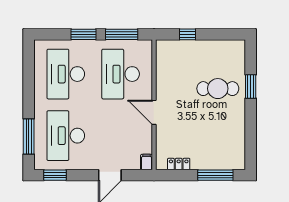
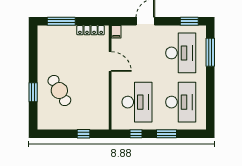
window: (122, 34) -> (136, 134), width x0.46
cafe table: (218, 89) -> (59, 91), turned 60
door: (154, 112) -> (110, 61), moved
locker: (179, 164) -> (91, 30), width x1.53

